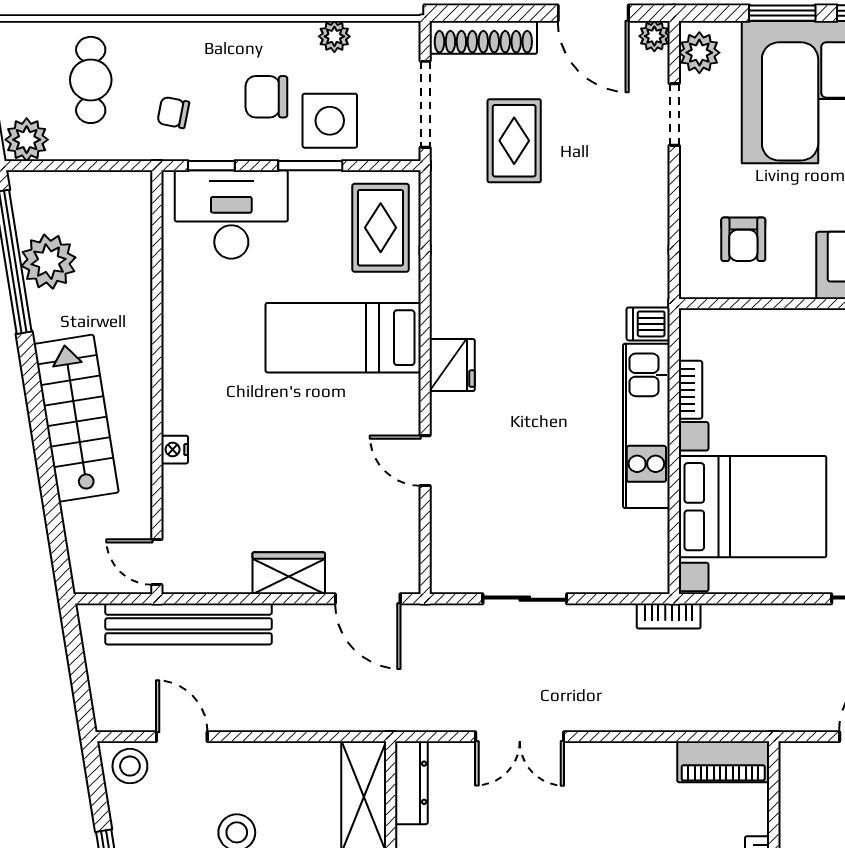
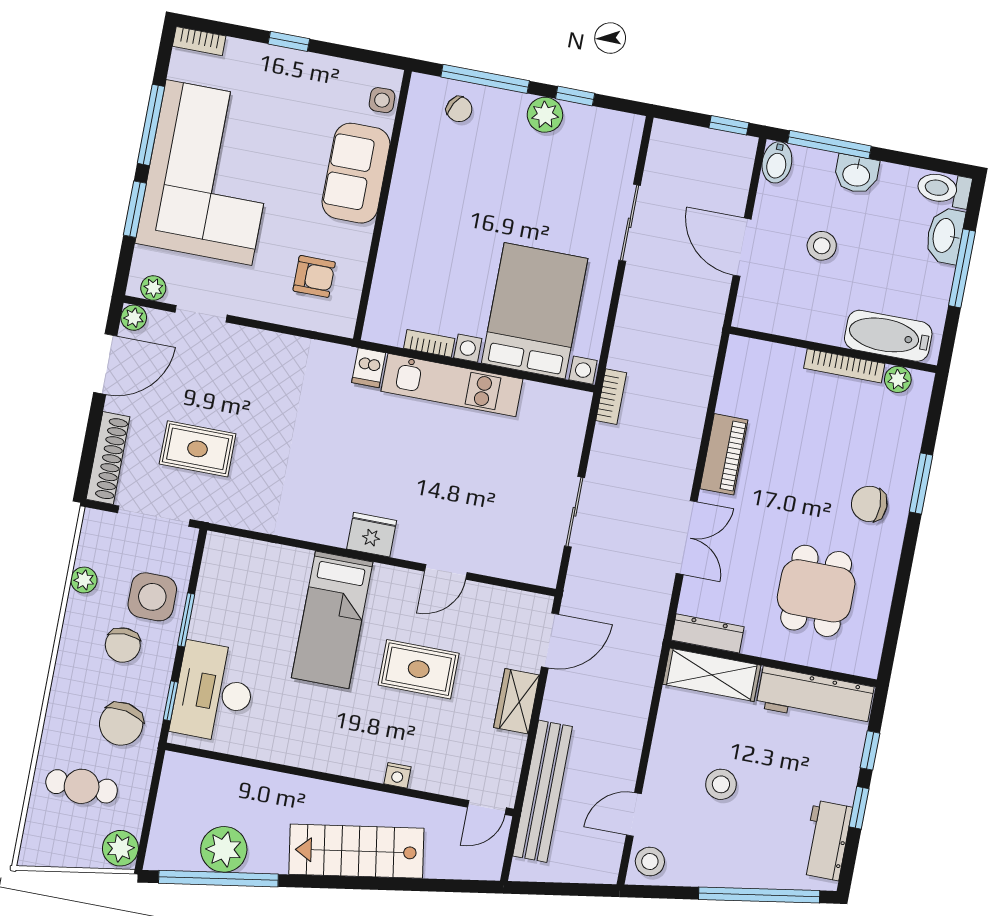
plant: (699, 53) -> (153, 288), width x0.73, depth x0.73
chair: (173, 113) -> (121, 724), width x1.87, depth x1.87
rug: (381, 228) -> (419, 669), moved
piano: (723, 762) -> (724, 454), moved

